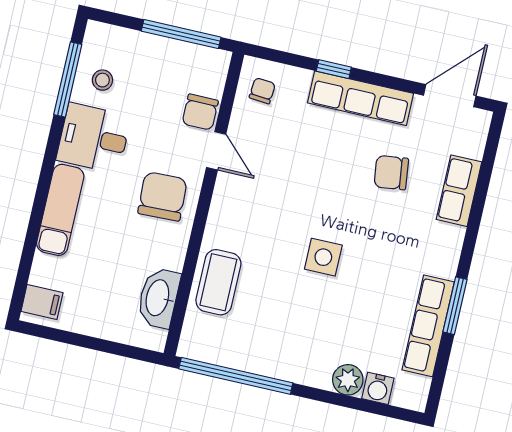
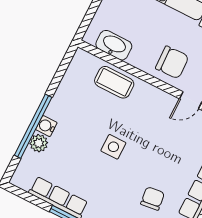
window: (236, 376) -> (33, 126), moved
water cooler: (378, 388) -> (46, 126), moved

